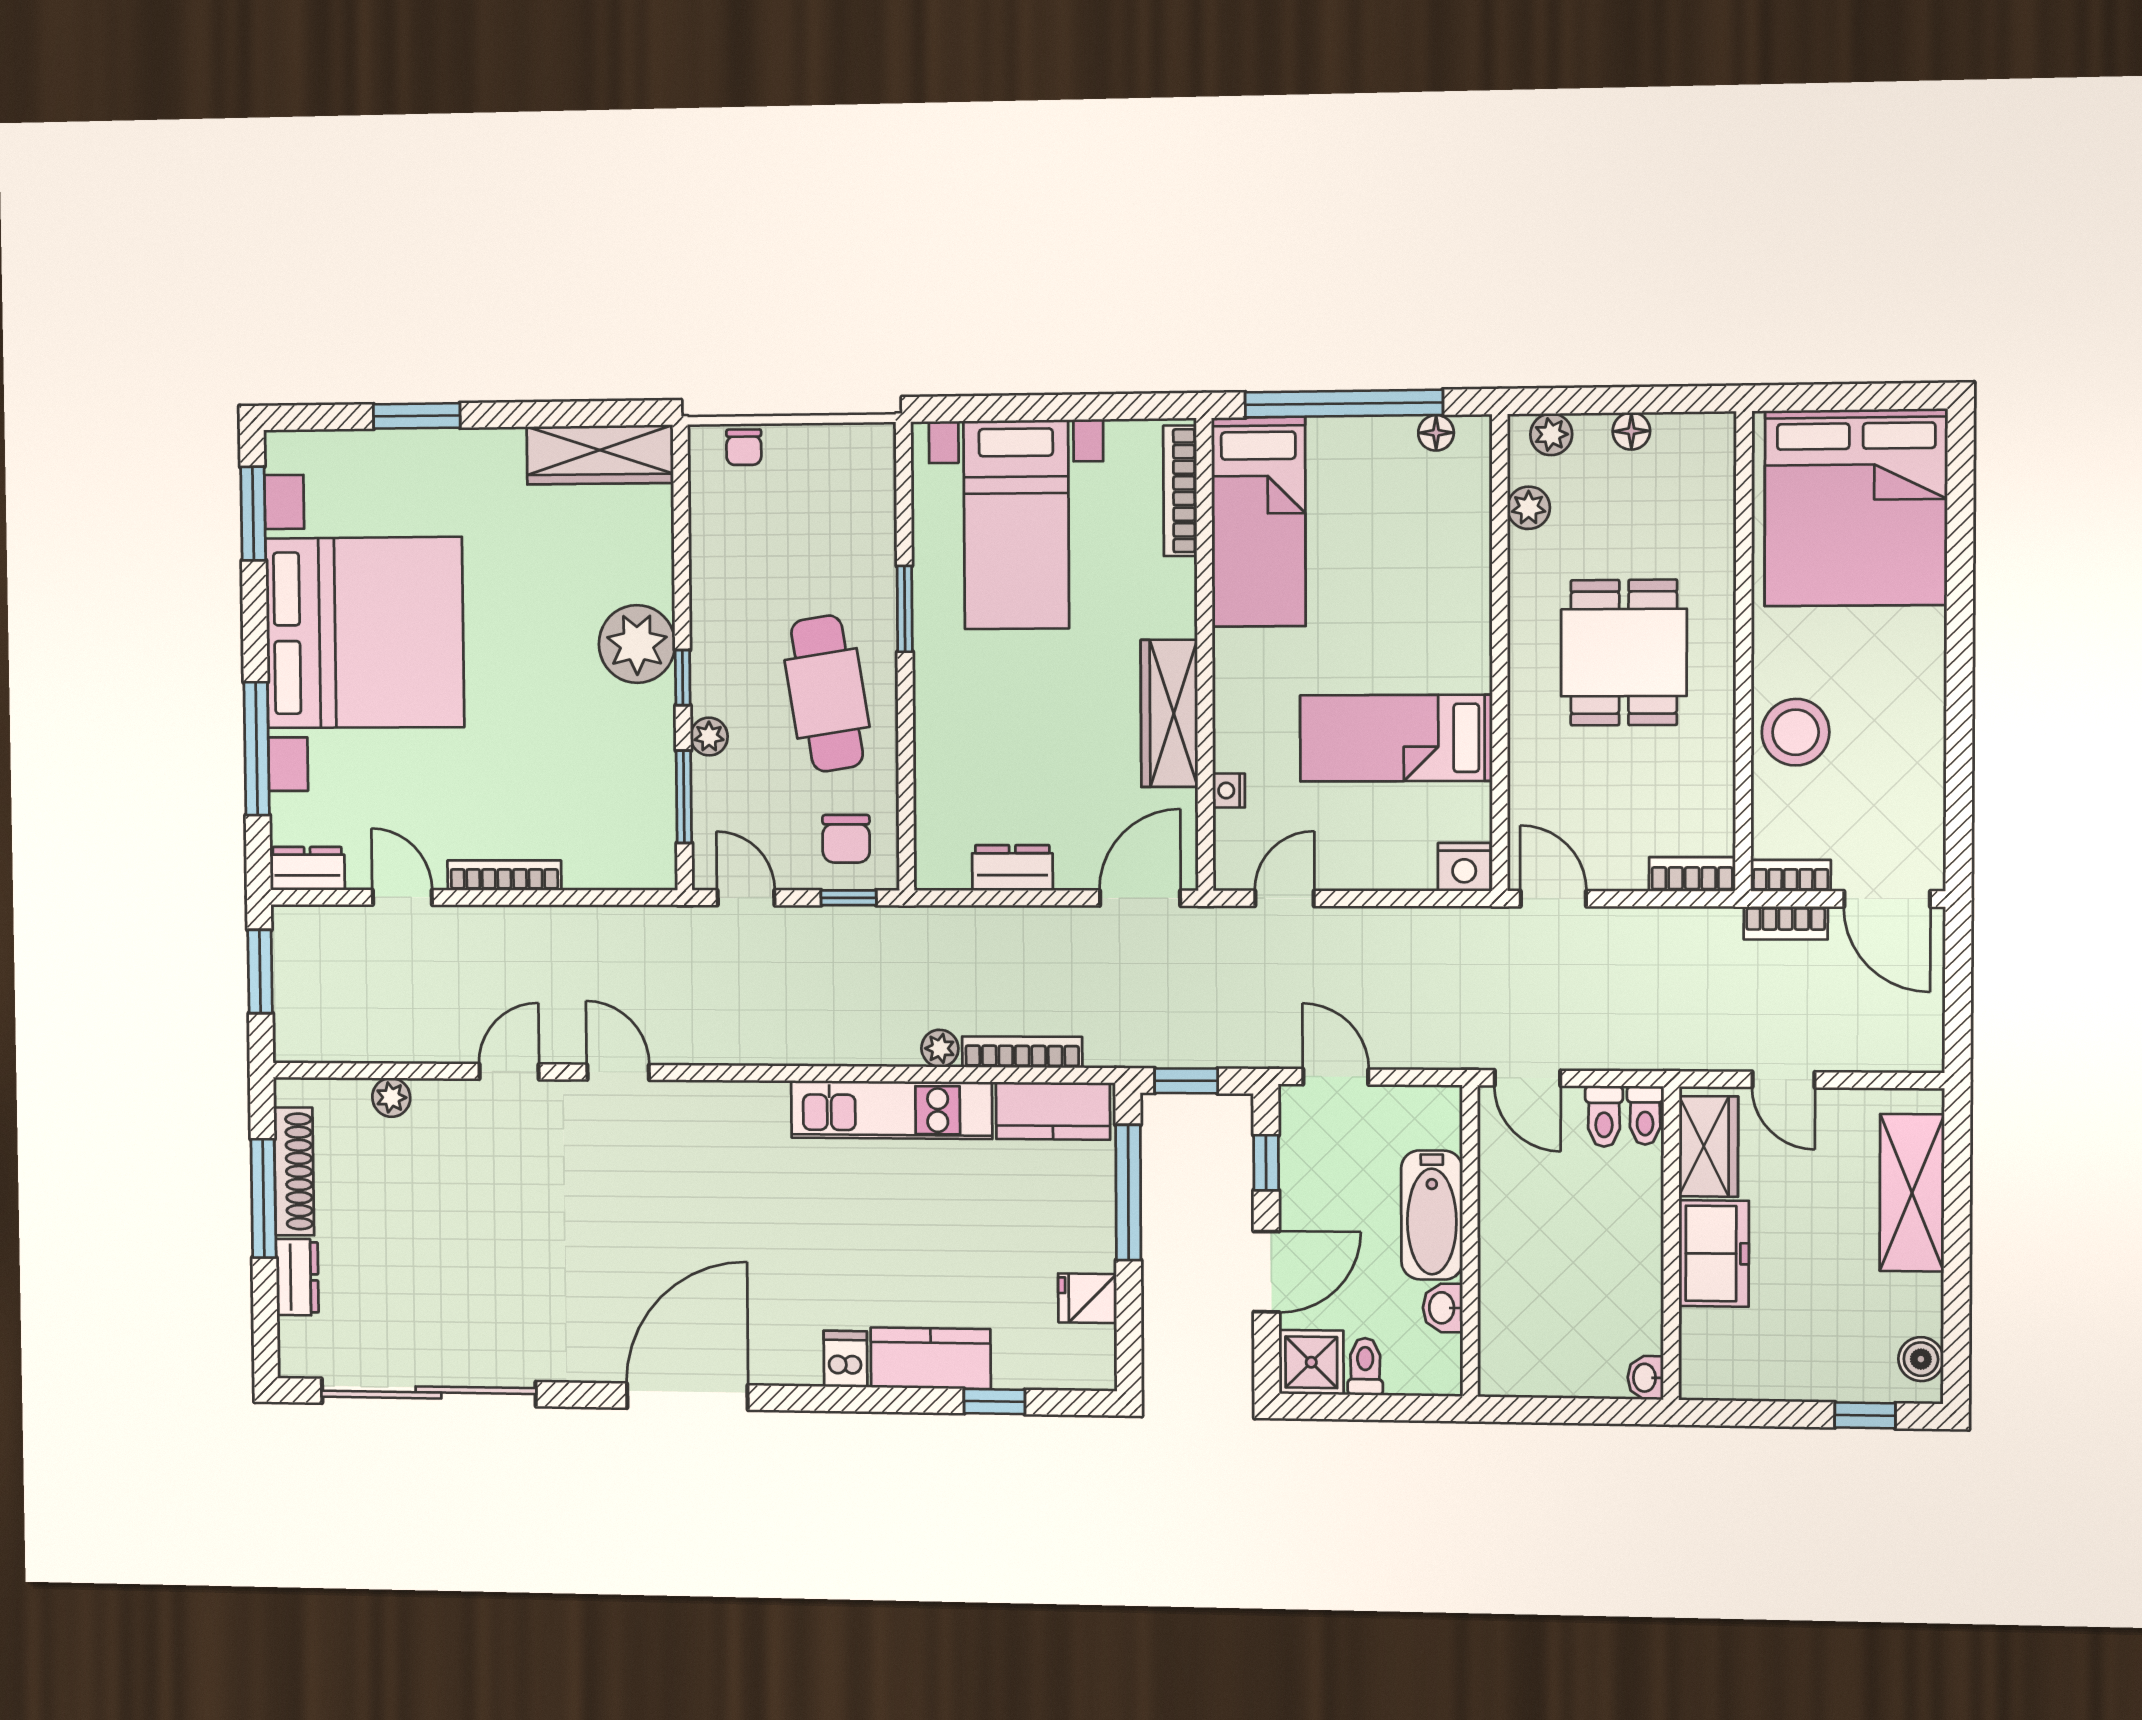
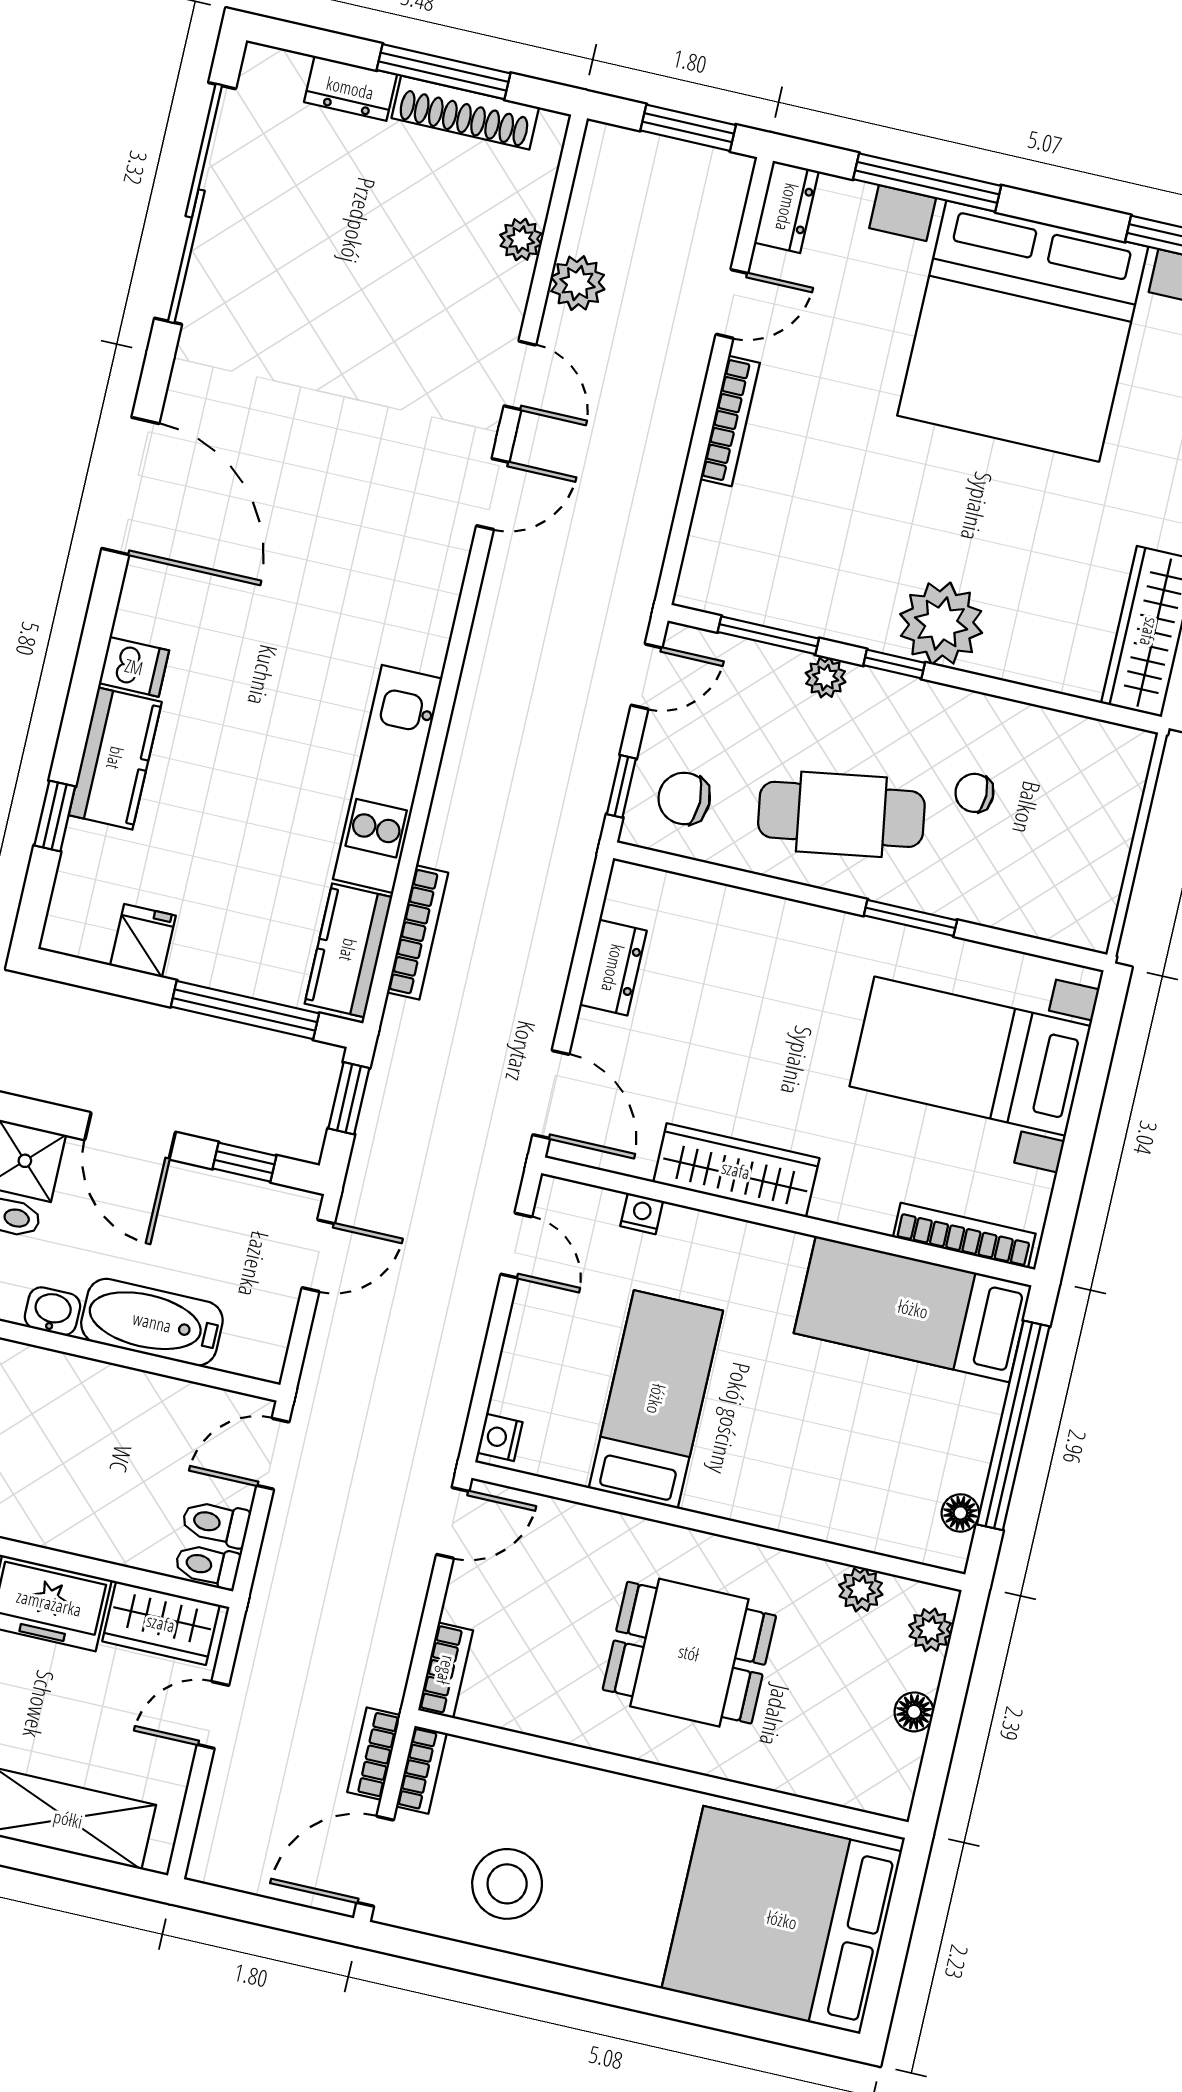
chair: (744, 447) -> (974, 793), moved
stool: (1796, 732) -> (507, 1884), moved
nightstand: (1464, 867) -> (500, 1437), width x0.72, depth x0.74
plant: (940, 1048) -> (578, 283), moved, width x1.38, depth x1.38

